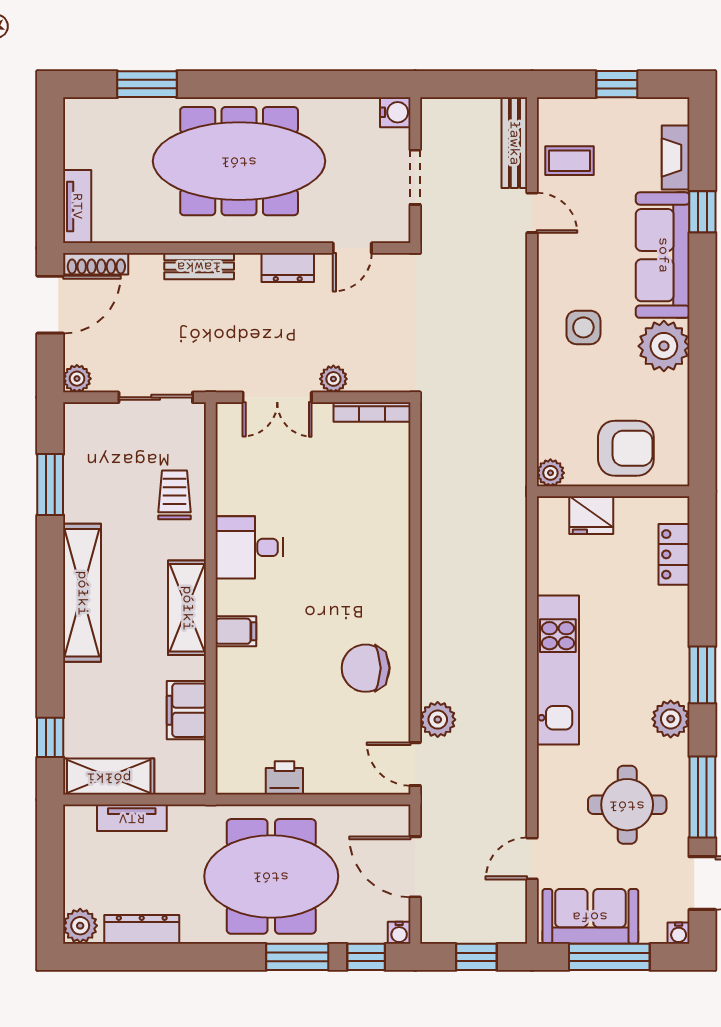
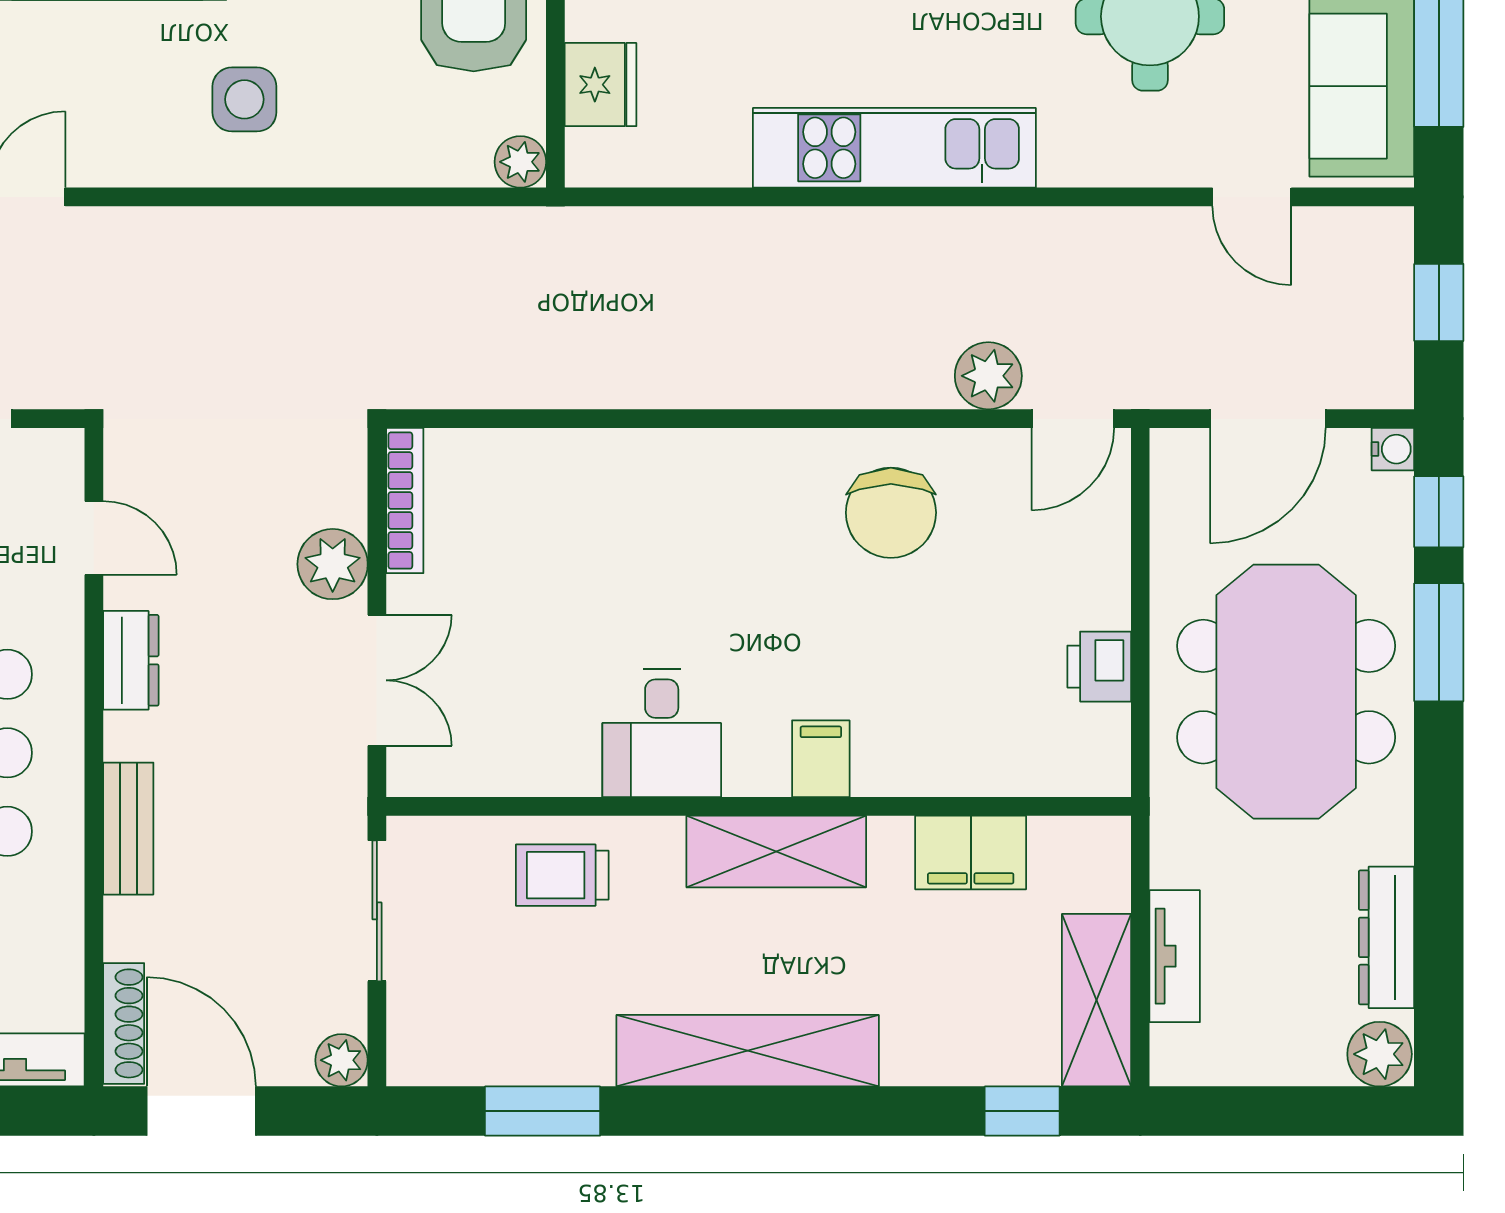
plant: (333, 379) -> (333, 564), width x1.38, depth x1.38

